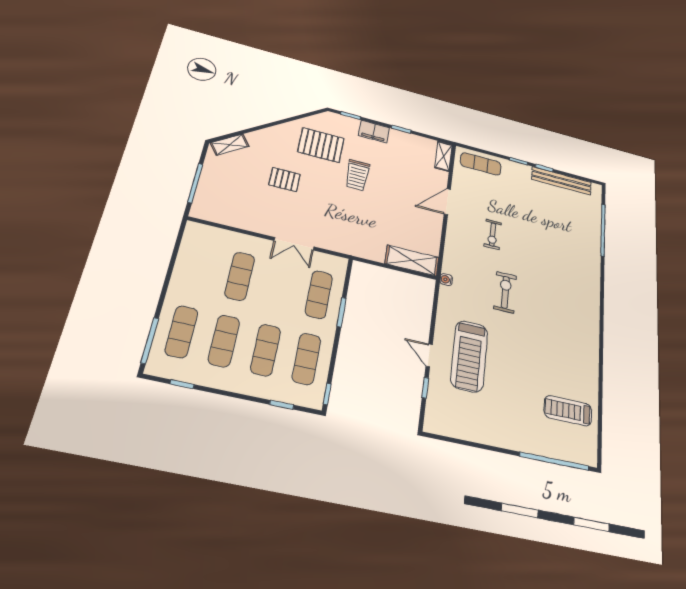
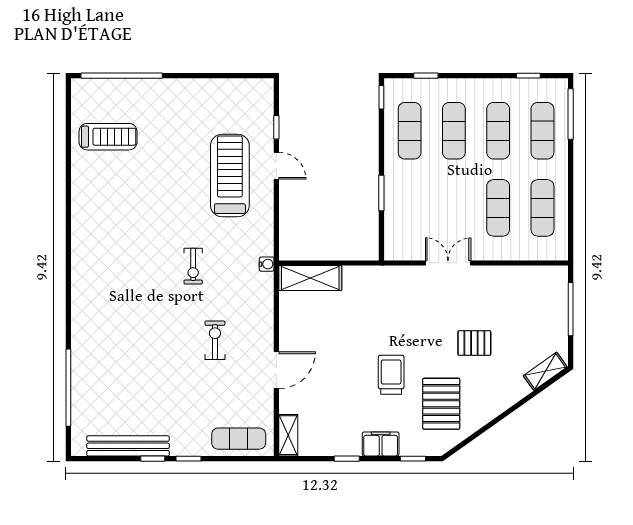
pallet: (321, 145) -> (441, 404), turned 90
exercise bike: (505, 292) -> (193, 266), width x0.73, depth x0.72
exercise mat: (319, 295) -> (542, 208), moved

